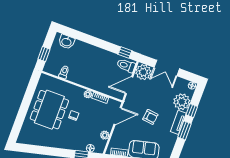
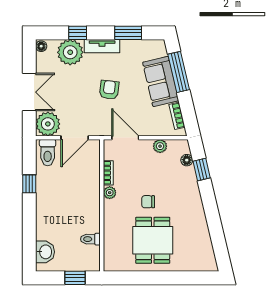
window: (125, 53) -> (29, 184), moved
door: (129, 85) -> (75, 138), hinge flipped
dining table: (49, 110) -> (153, 240), width x0.73
window: (184, 130) -> (128, 33), moved

